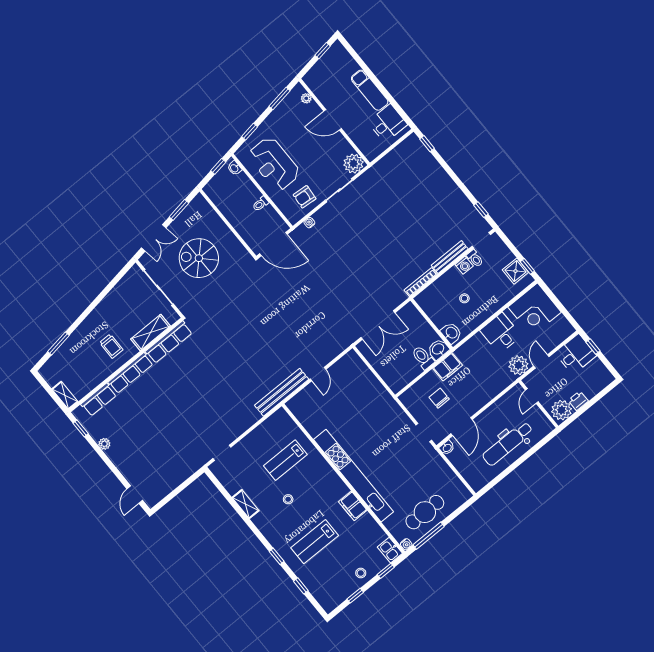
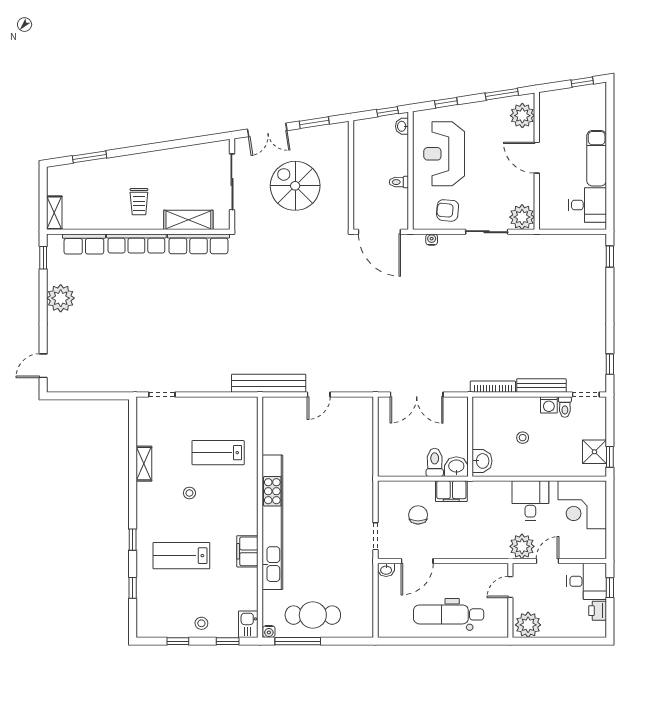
plant: (306, 98) -> (522, 116), width x1.87, depth x1.87
printer: (578, 401) -> (598, 611), moved, turned -90
plant: (104, 444) -> (61, 298), width x1.88, depth x1.88

